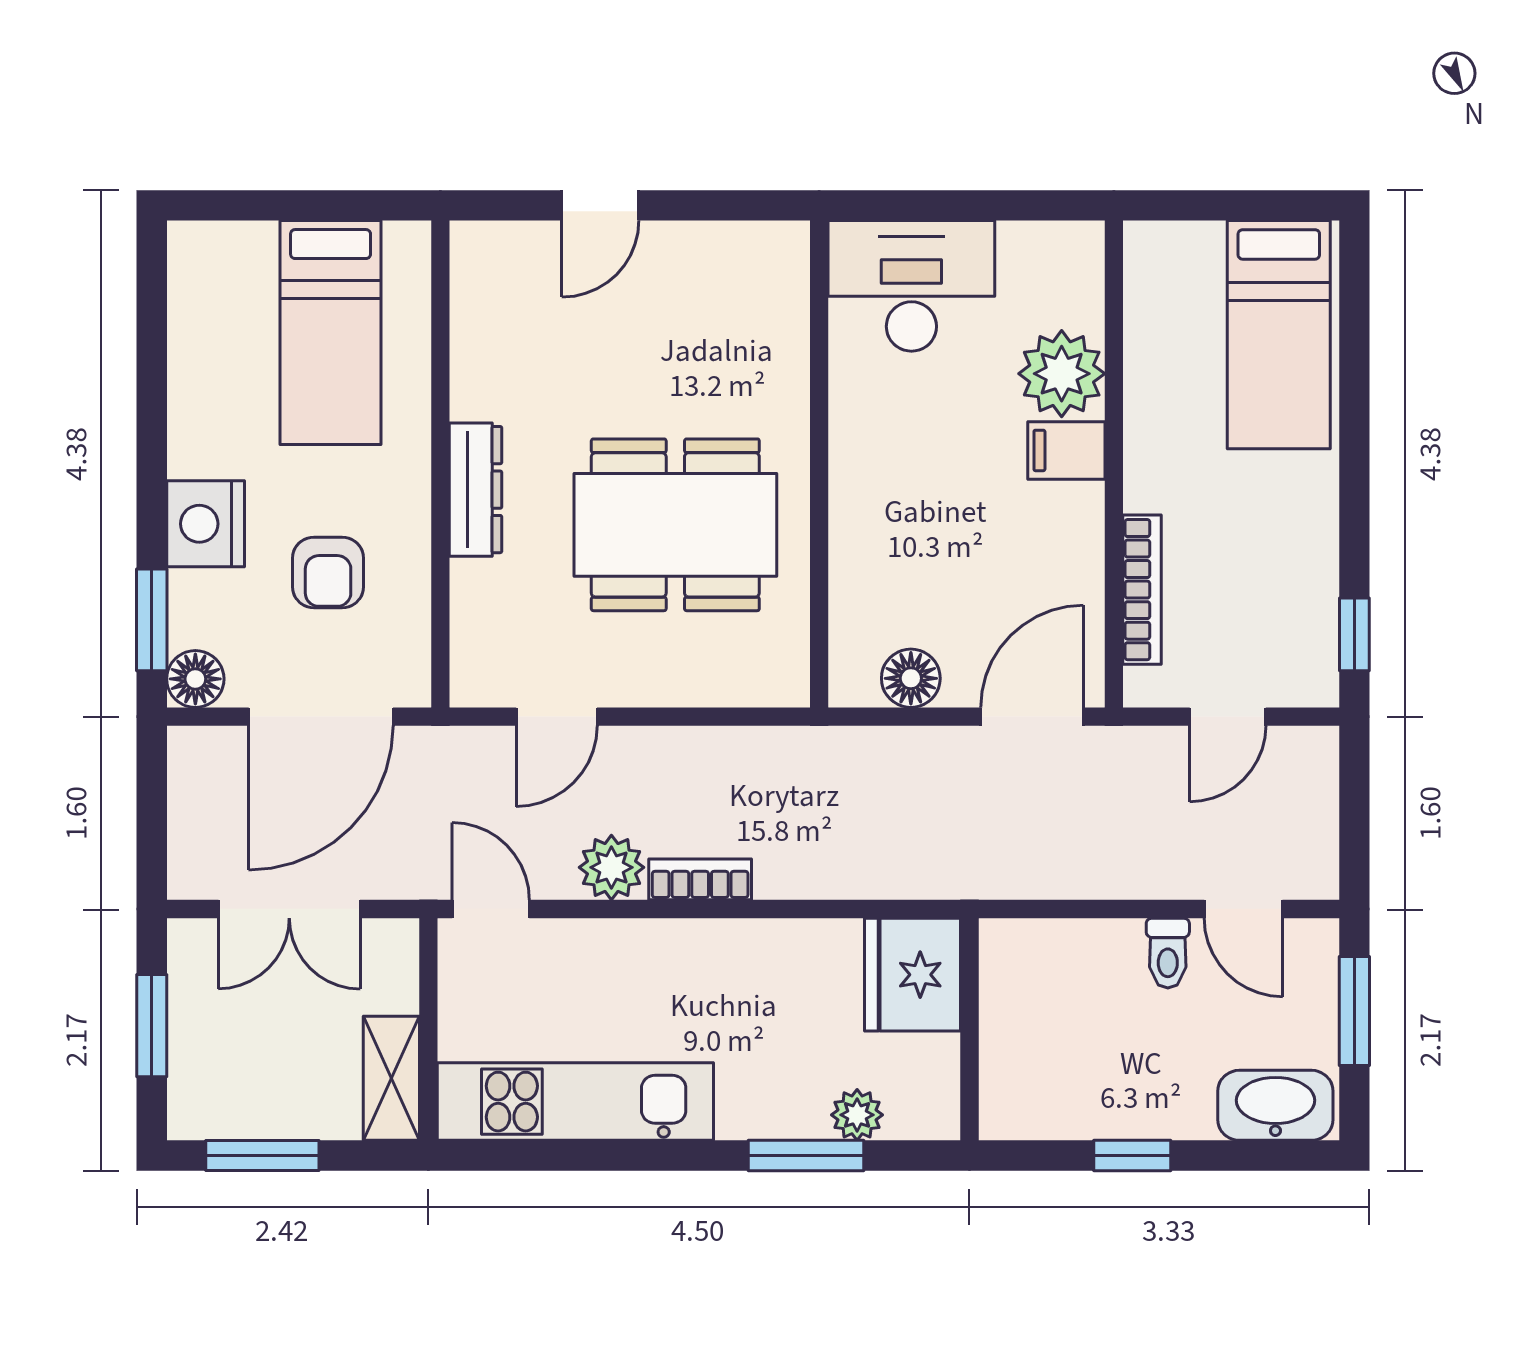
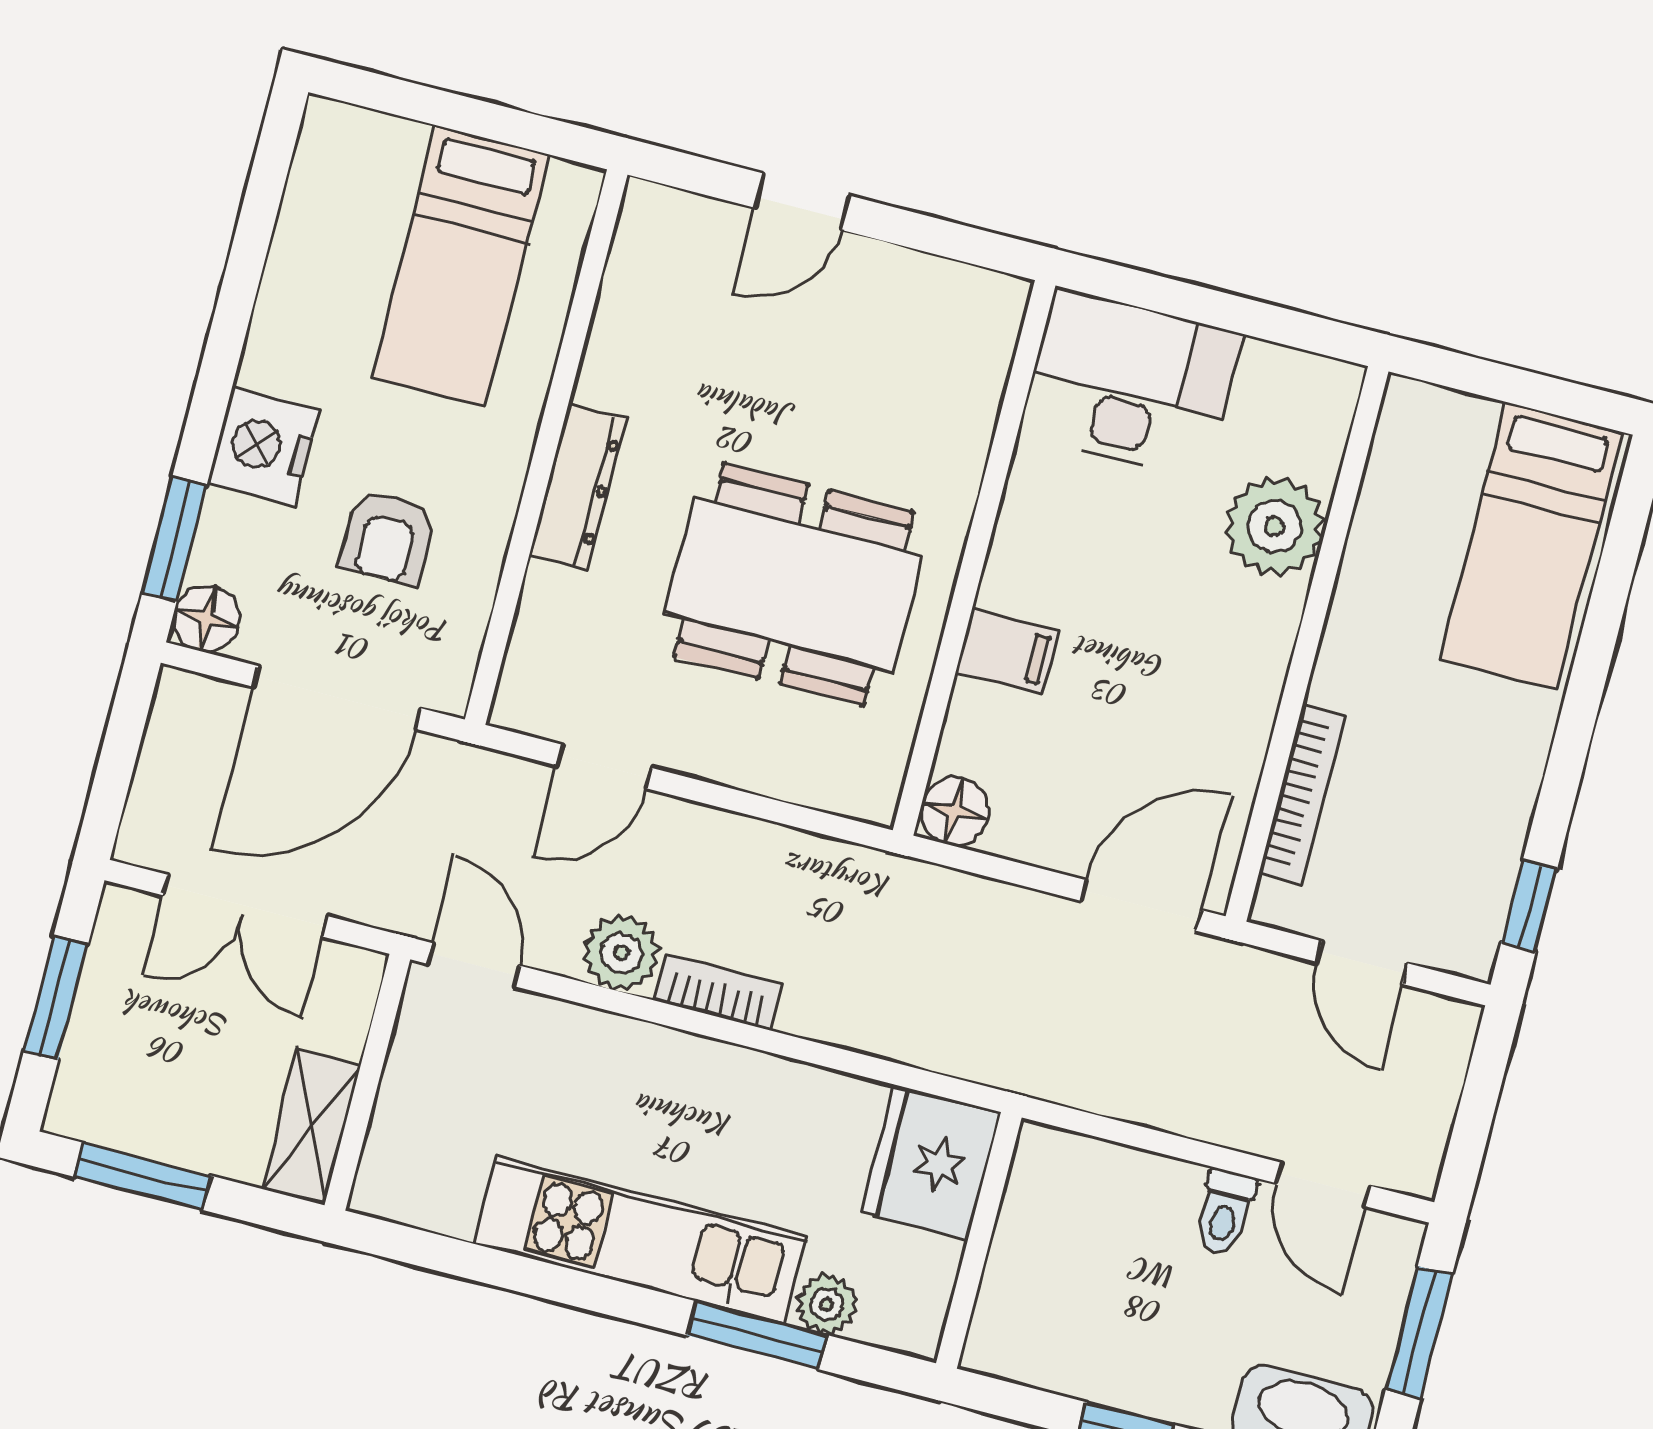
filing cabinet: (1066, 450) -> (1007, 651), moved, turned 180
floor lamp: (911, 678) -> (955, 811), moved
door: (1228, 717) -> (1362, 963), hinge flipped
kitchen unit: (575, 1102) -> (640, 1240), moved

